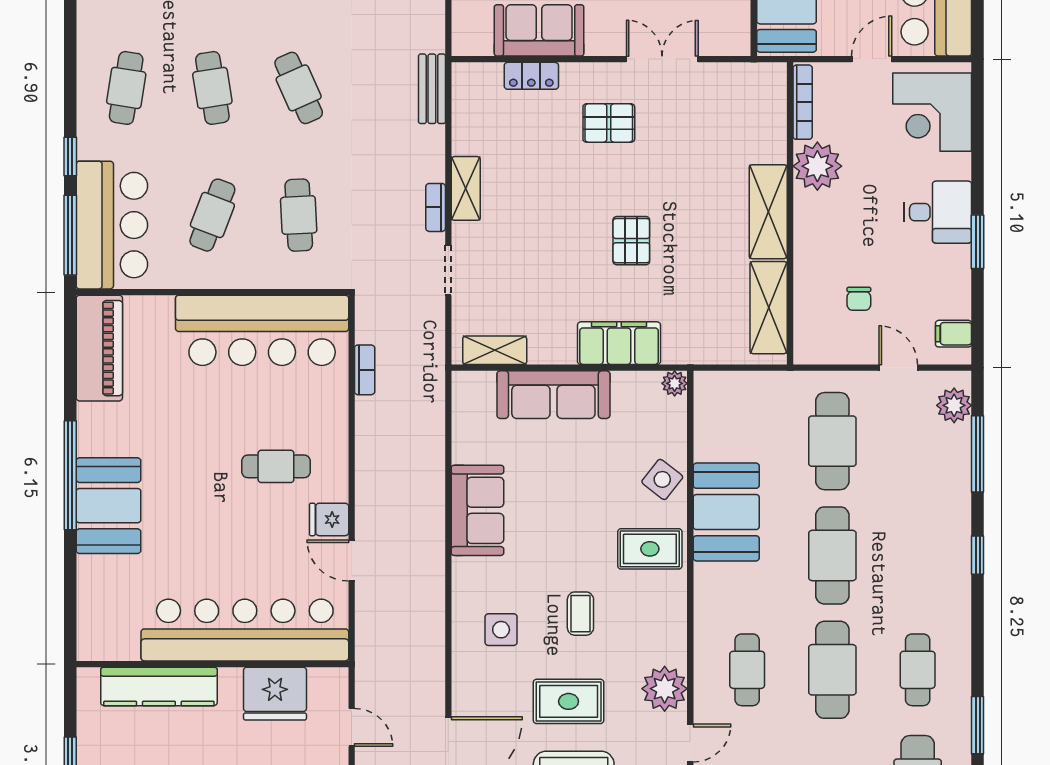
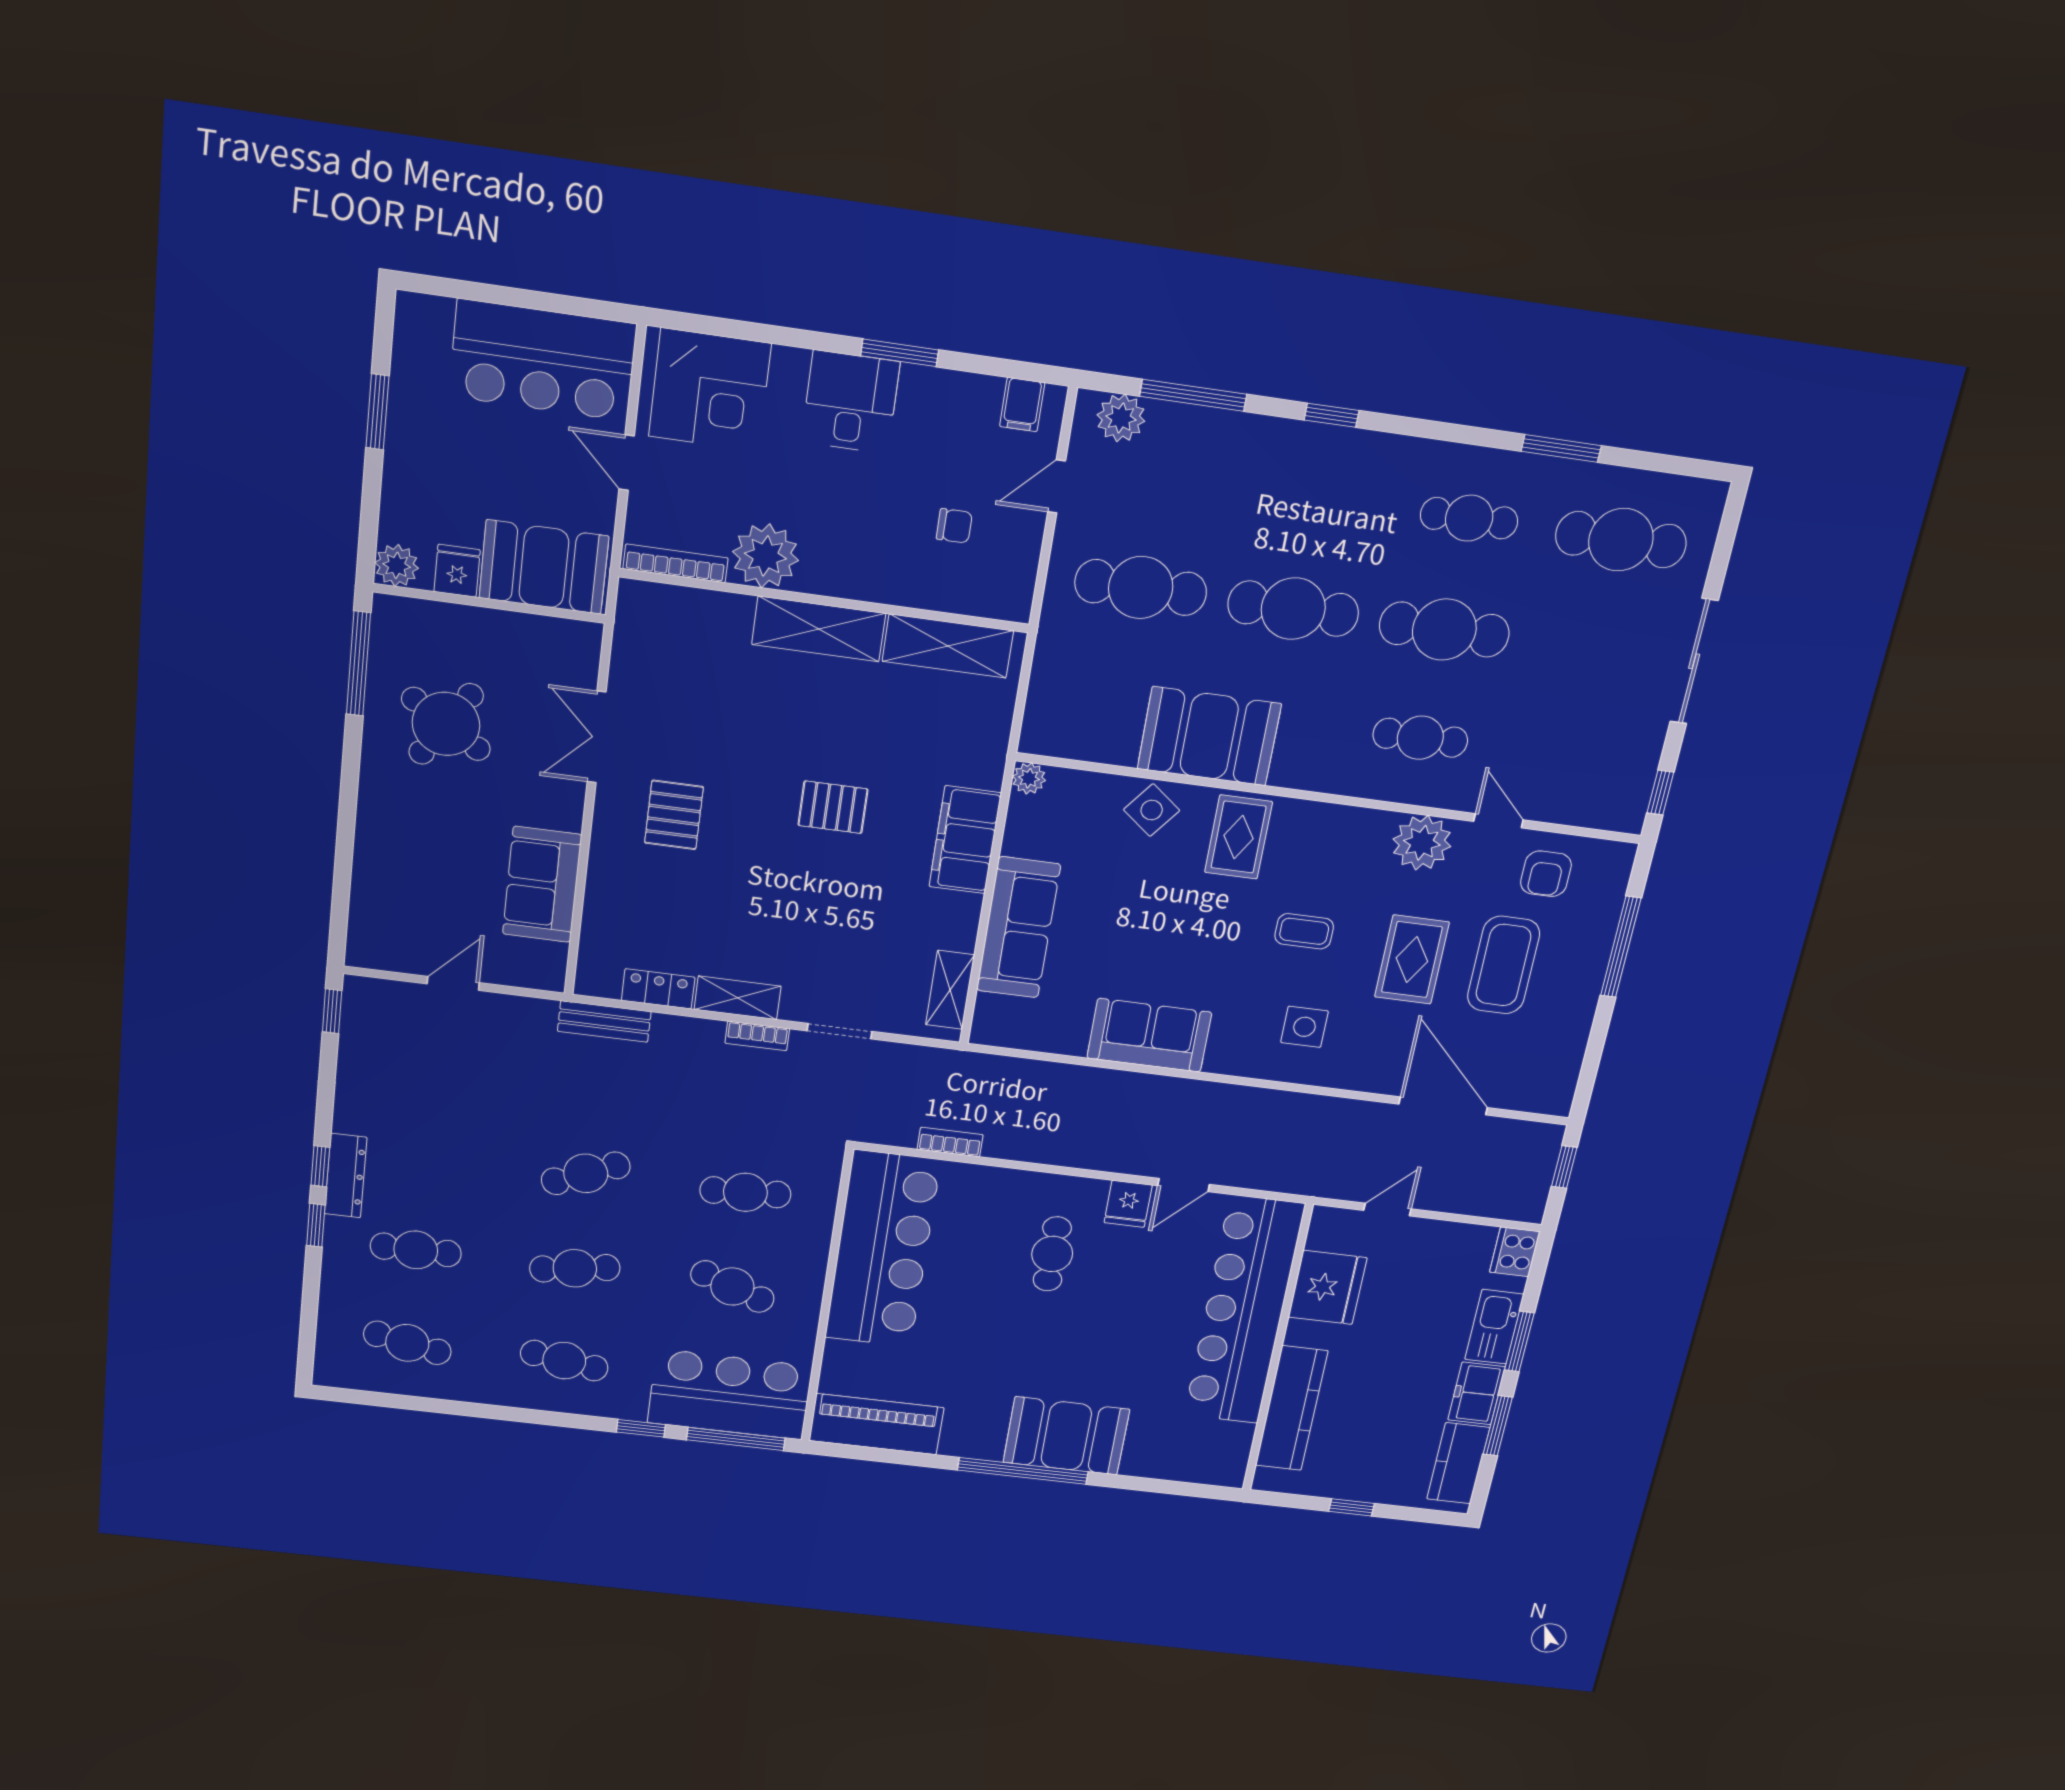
locker: (531, 76) -> (658, 989), moved, turned -90

